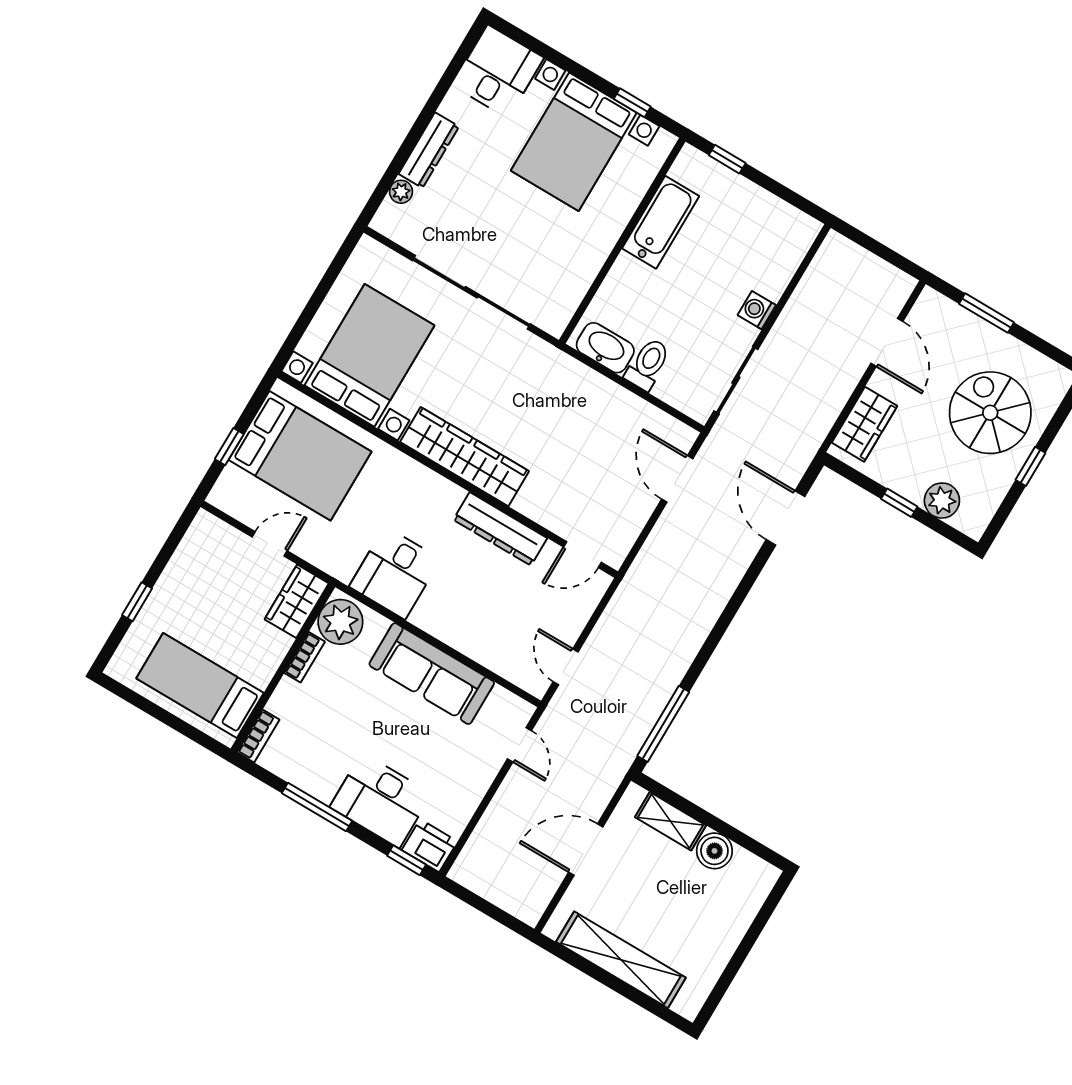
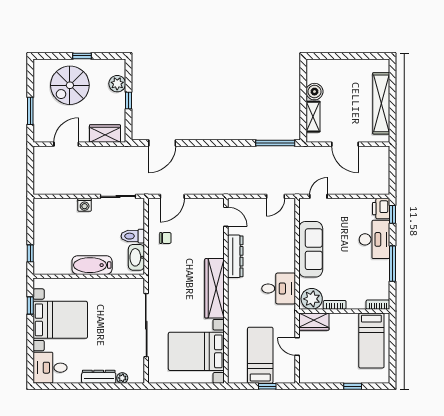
bathtub: (661, 222) -> (92, 265), moved
chair: (609, 421) -> (165, 238), added
bed: (300, 456) -> (260, 355), width x0.67

